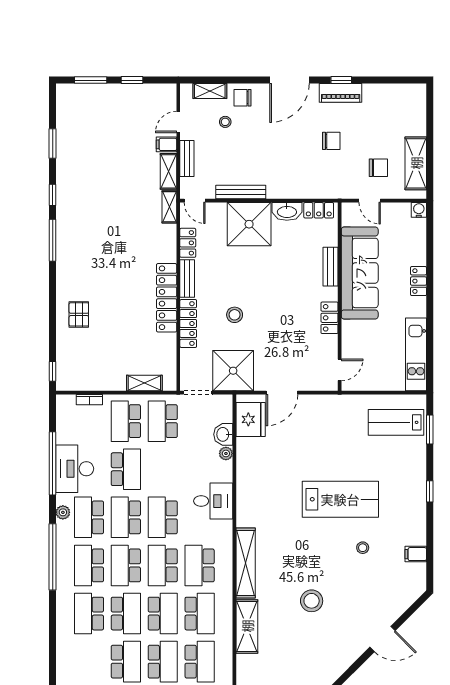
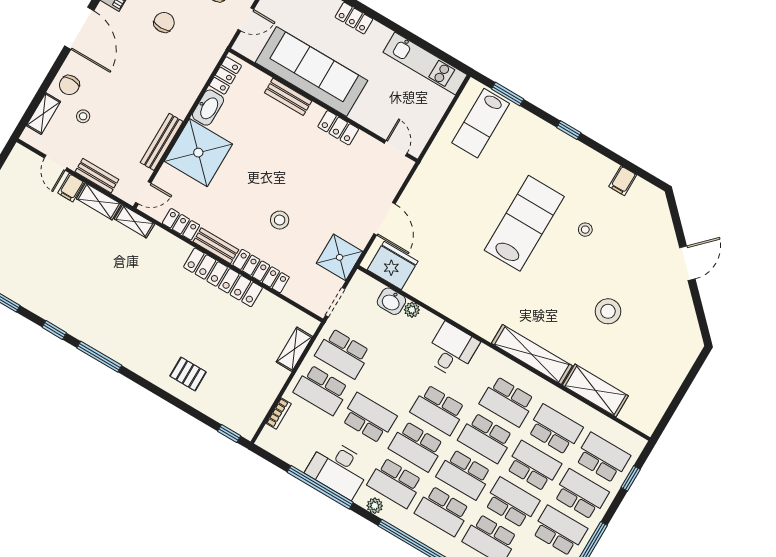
shower: (233, 371) -> (340, 257), width x0.73, depth x0.73

